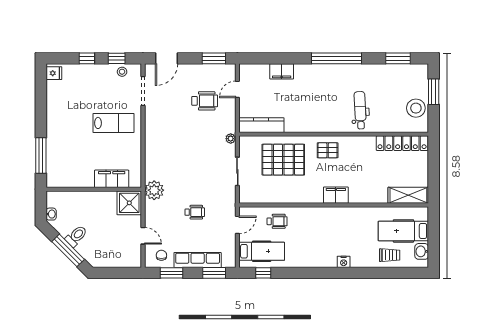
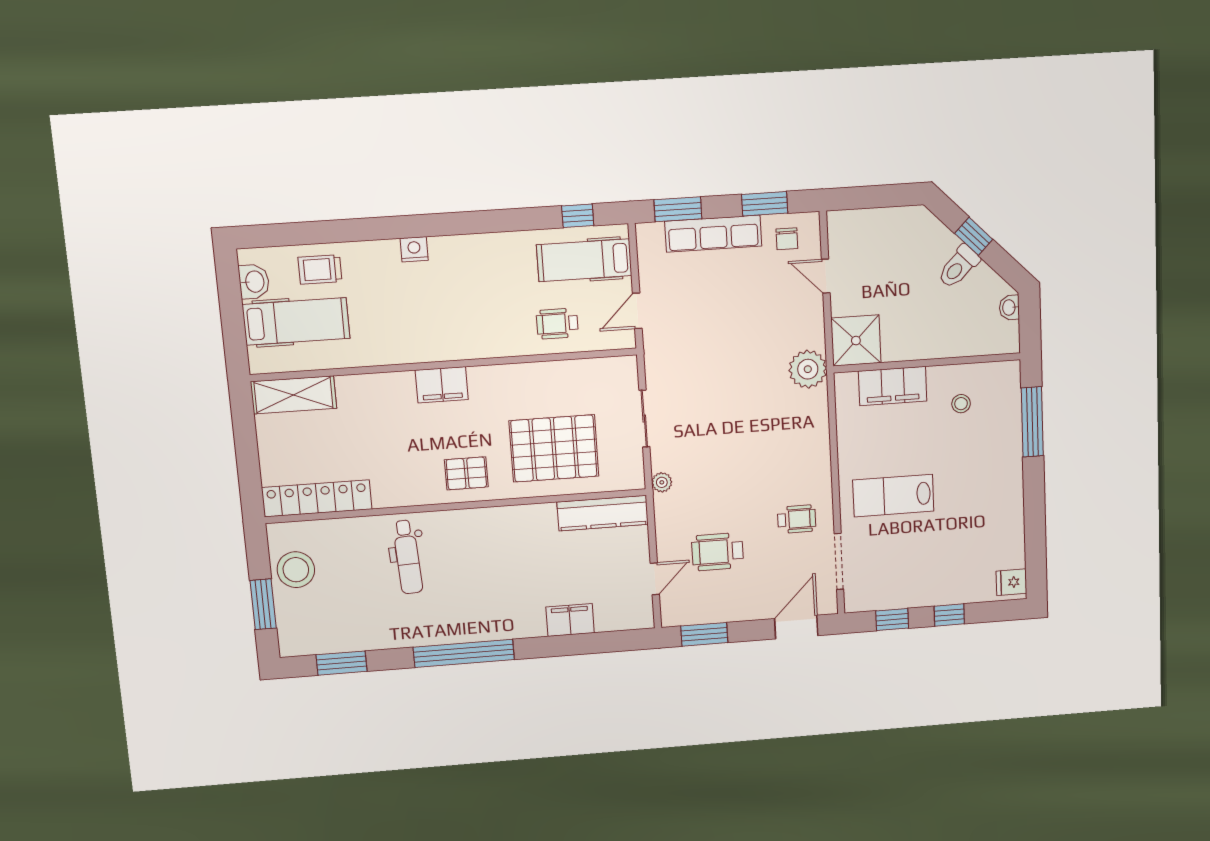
stool: (122, 72) -> (961, 404), moved
wheelchair: (195, 212) -> (797, 519), moved, turned 180
window: (68, 250) -> (974, 236), width x0.46

